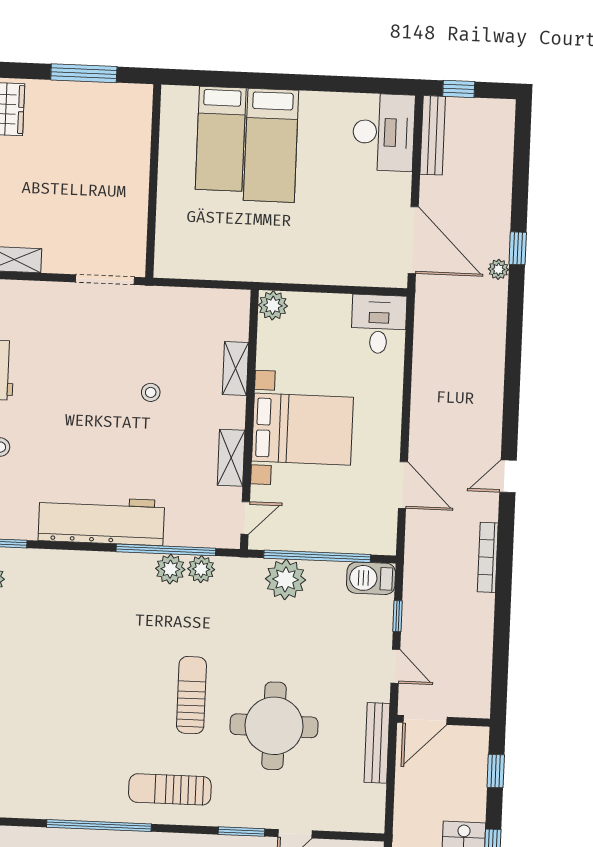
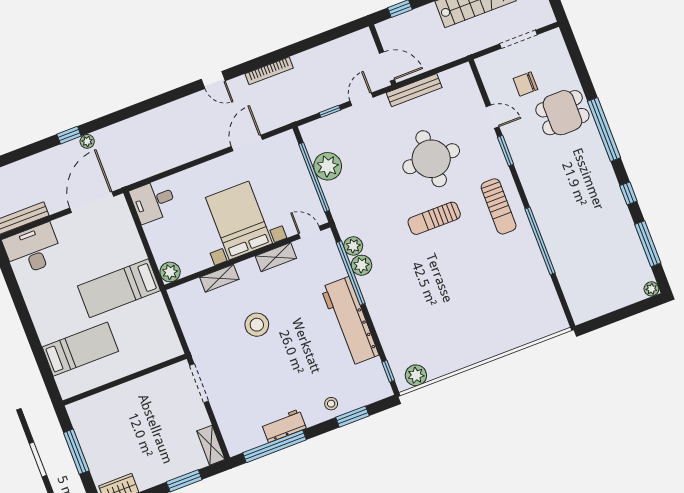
bed: (271, 145) -> (119, 288), moved, turned 180
stool: (151, 392) -> (257, 325), width x1.89, depth x1.89
barbecue: (371, 578) -> (313, 138), removed
plant: (285, 579) -> (328, 166), moved

